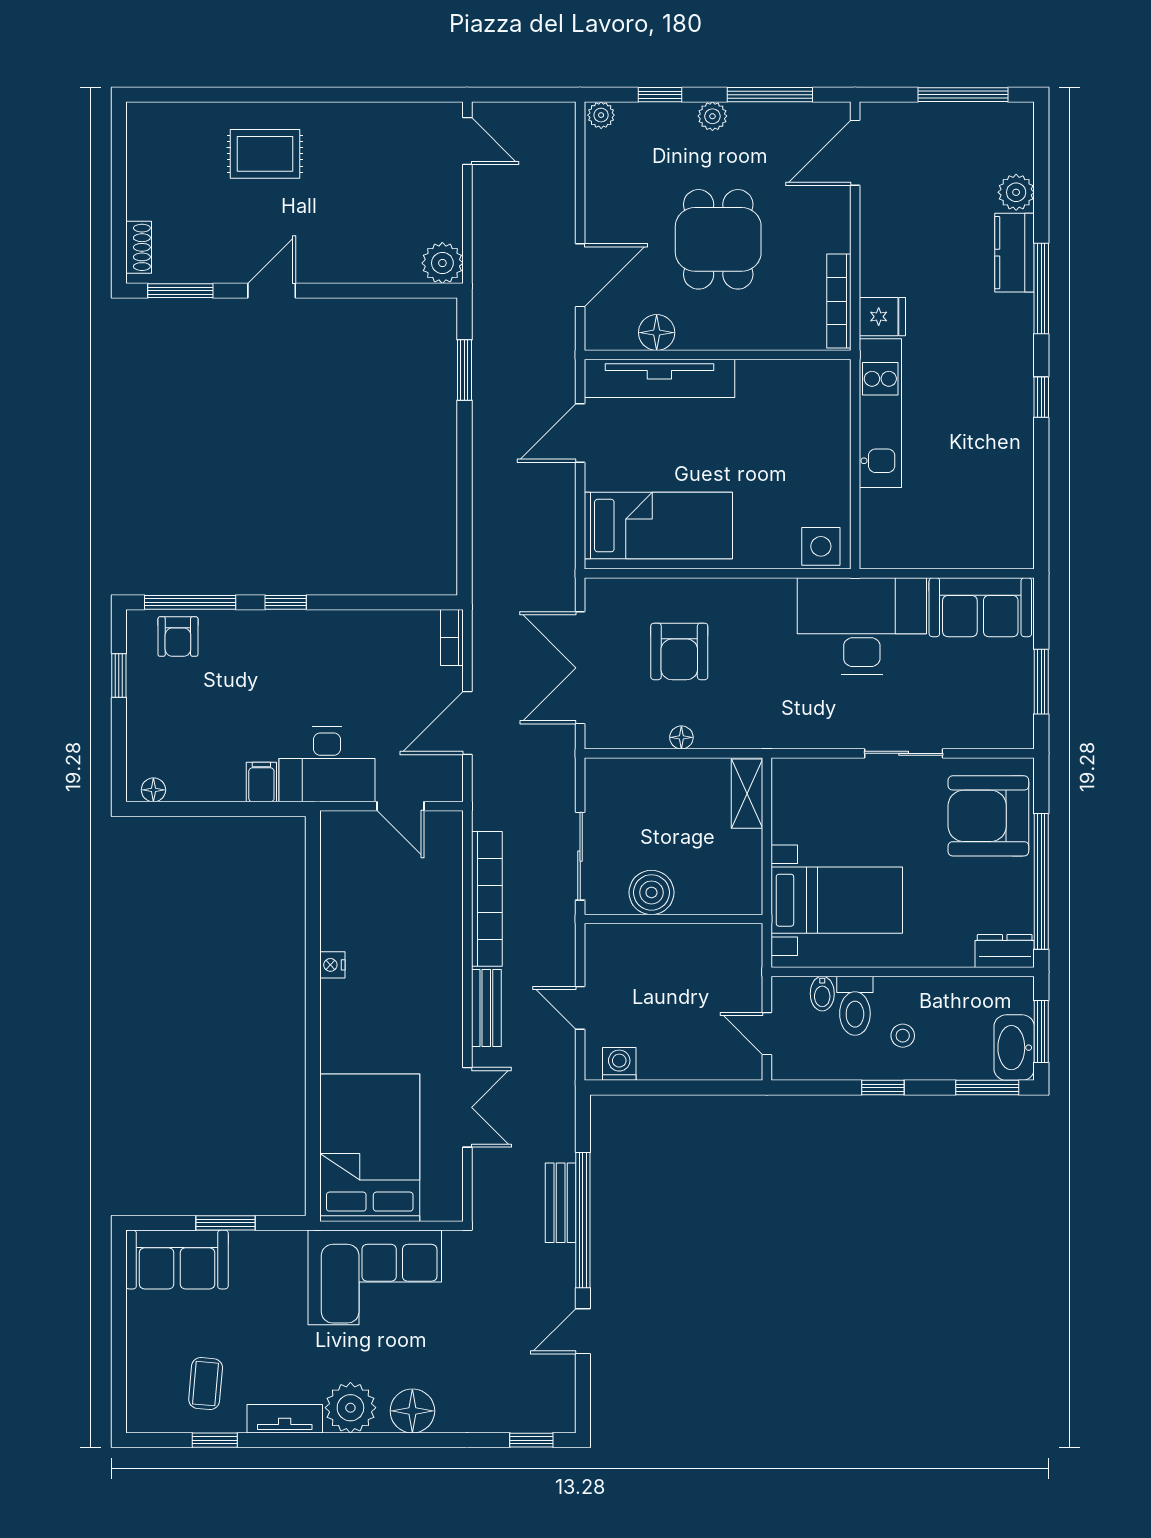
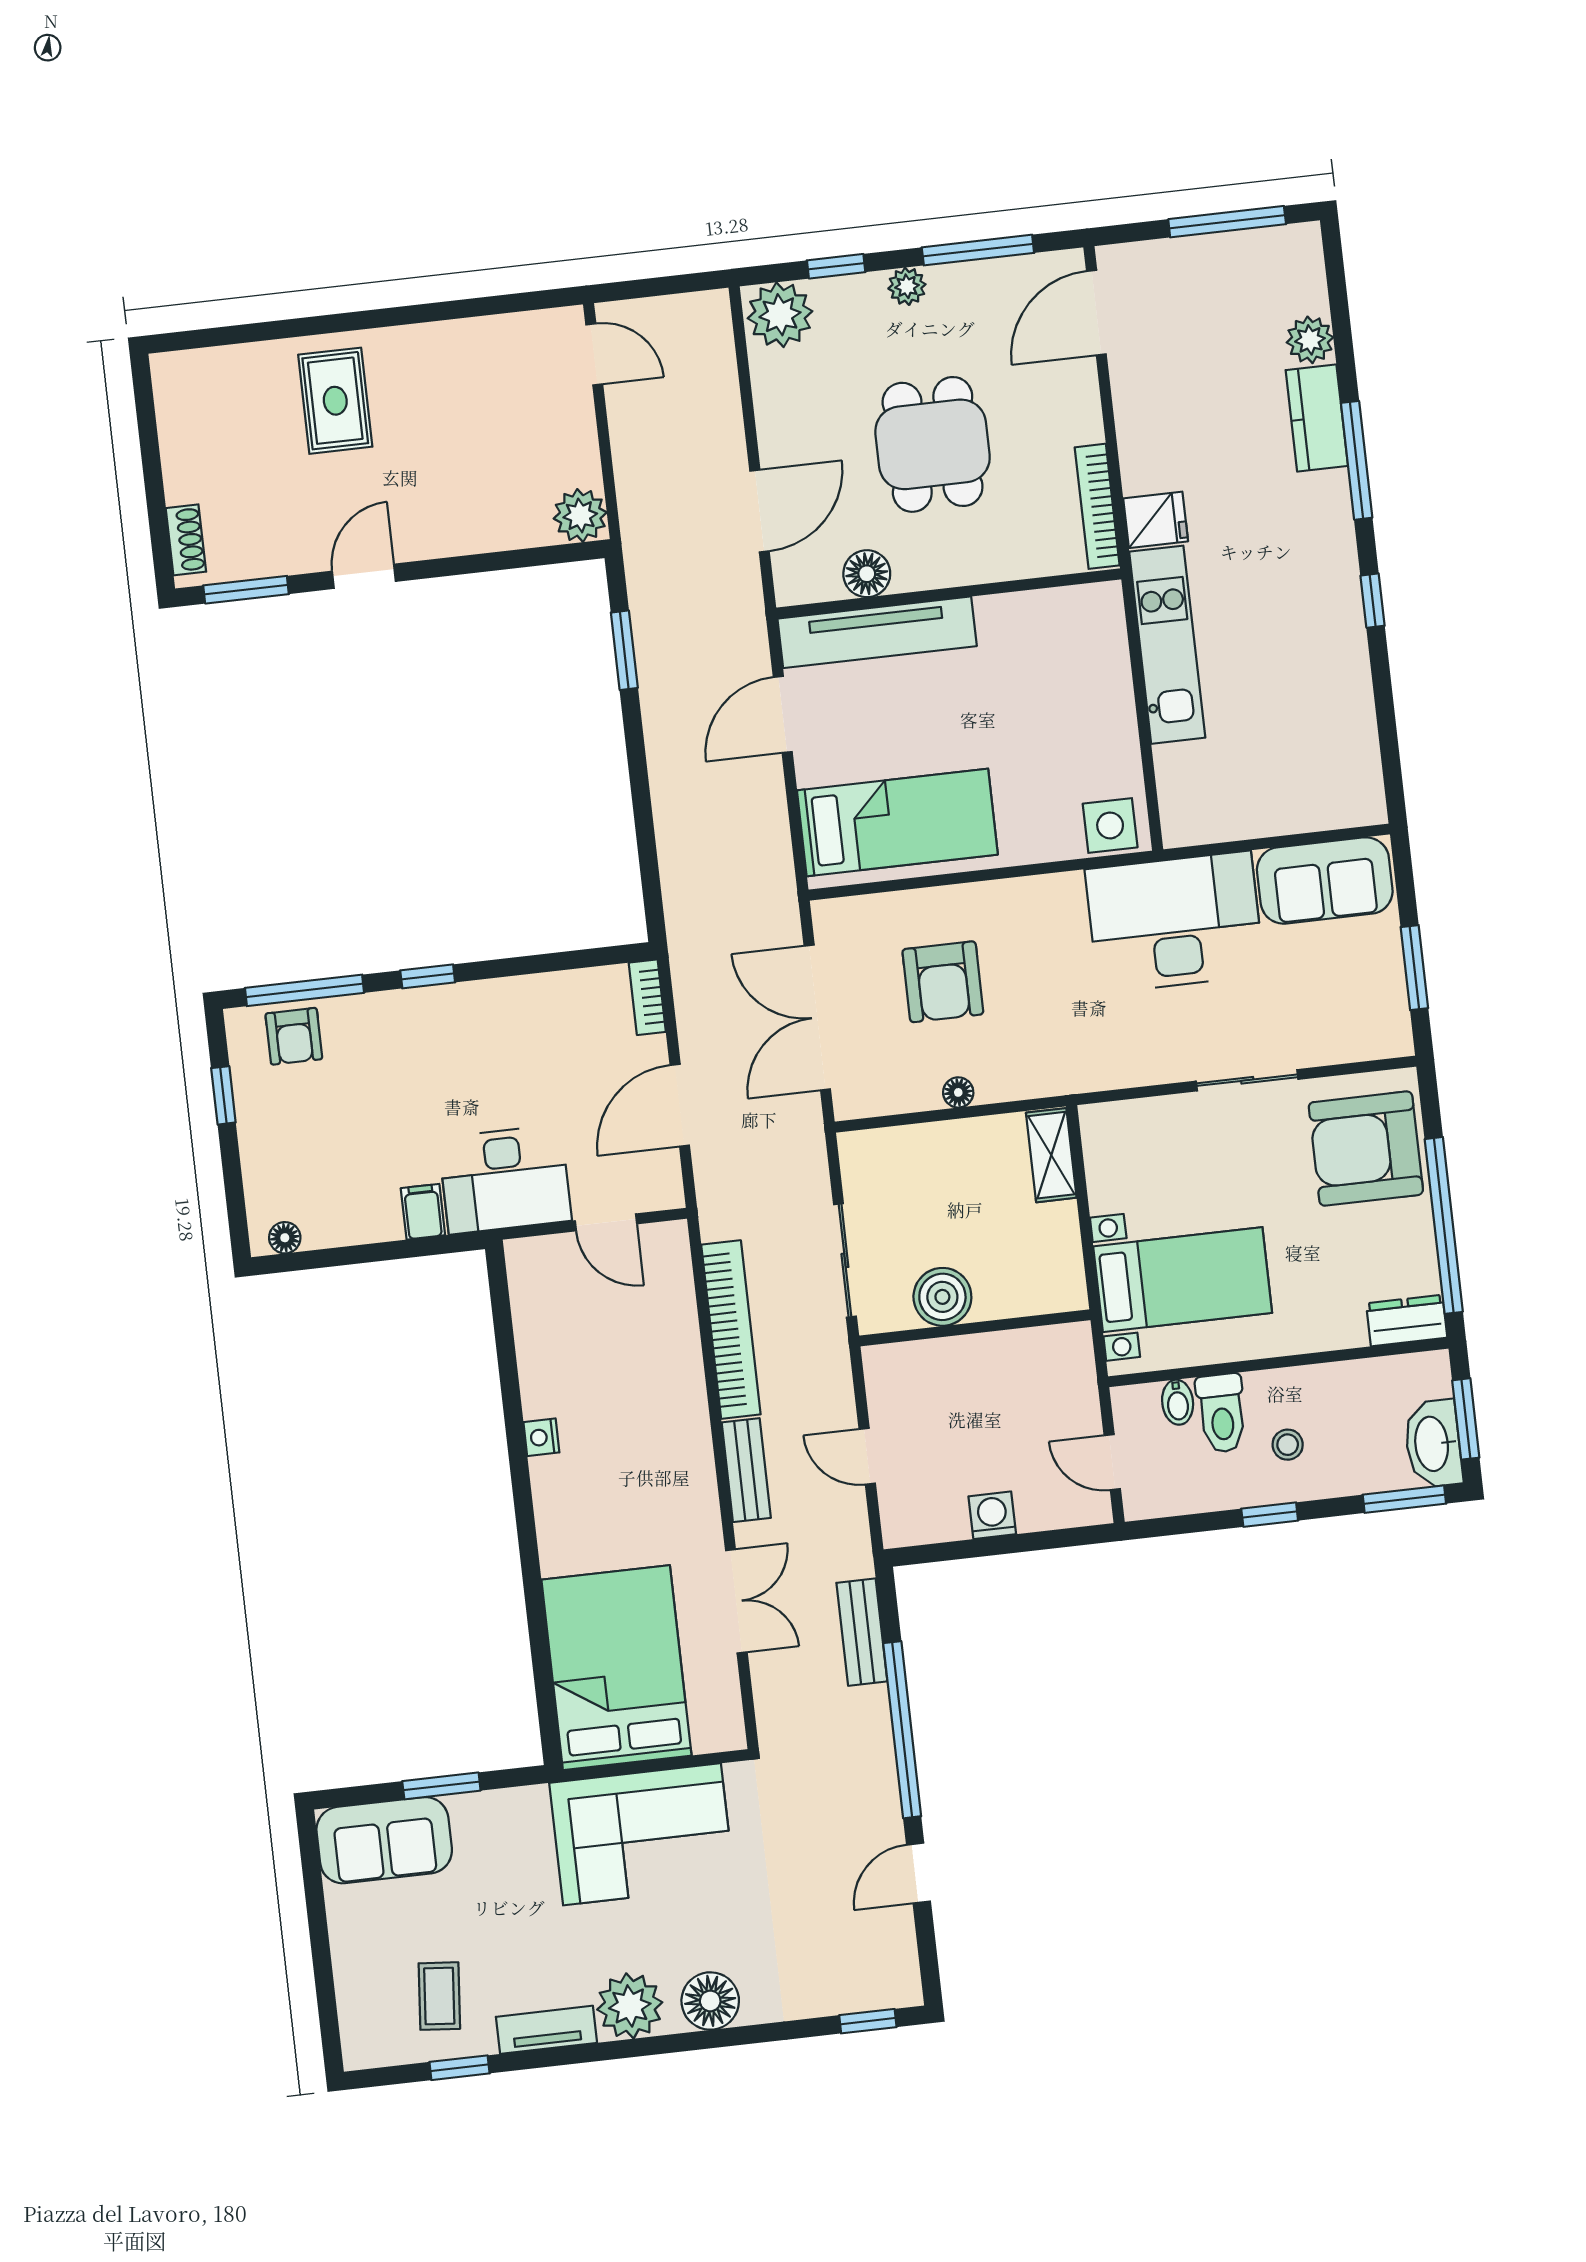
plant: (601, 115) -> (780, 315), width x1.88, depth x1.88
rug: (265, 154) -> (335, 401), turned 90
washing machine: (619, 1064) -> (992, 1515), moved
bench: (561, 1203) -> (862, 1632), moved

